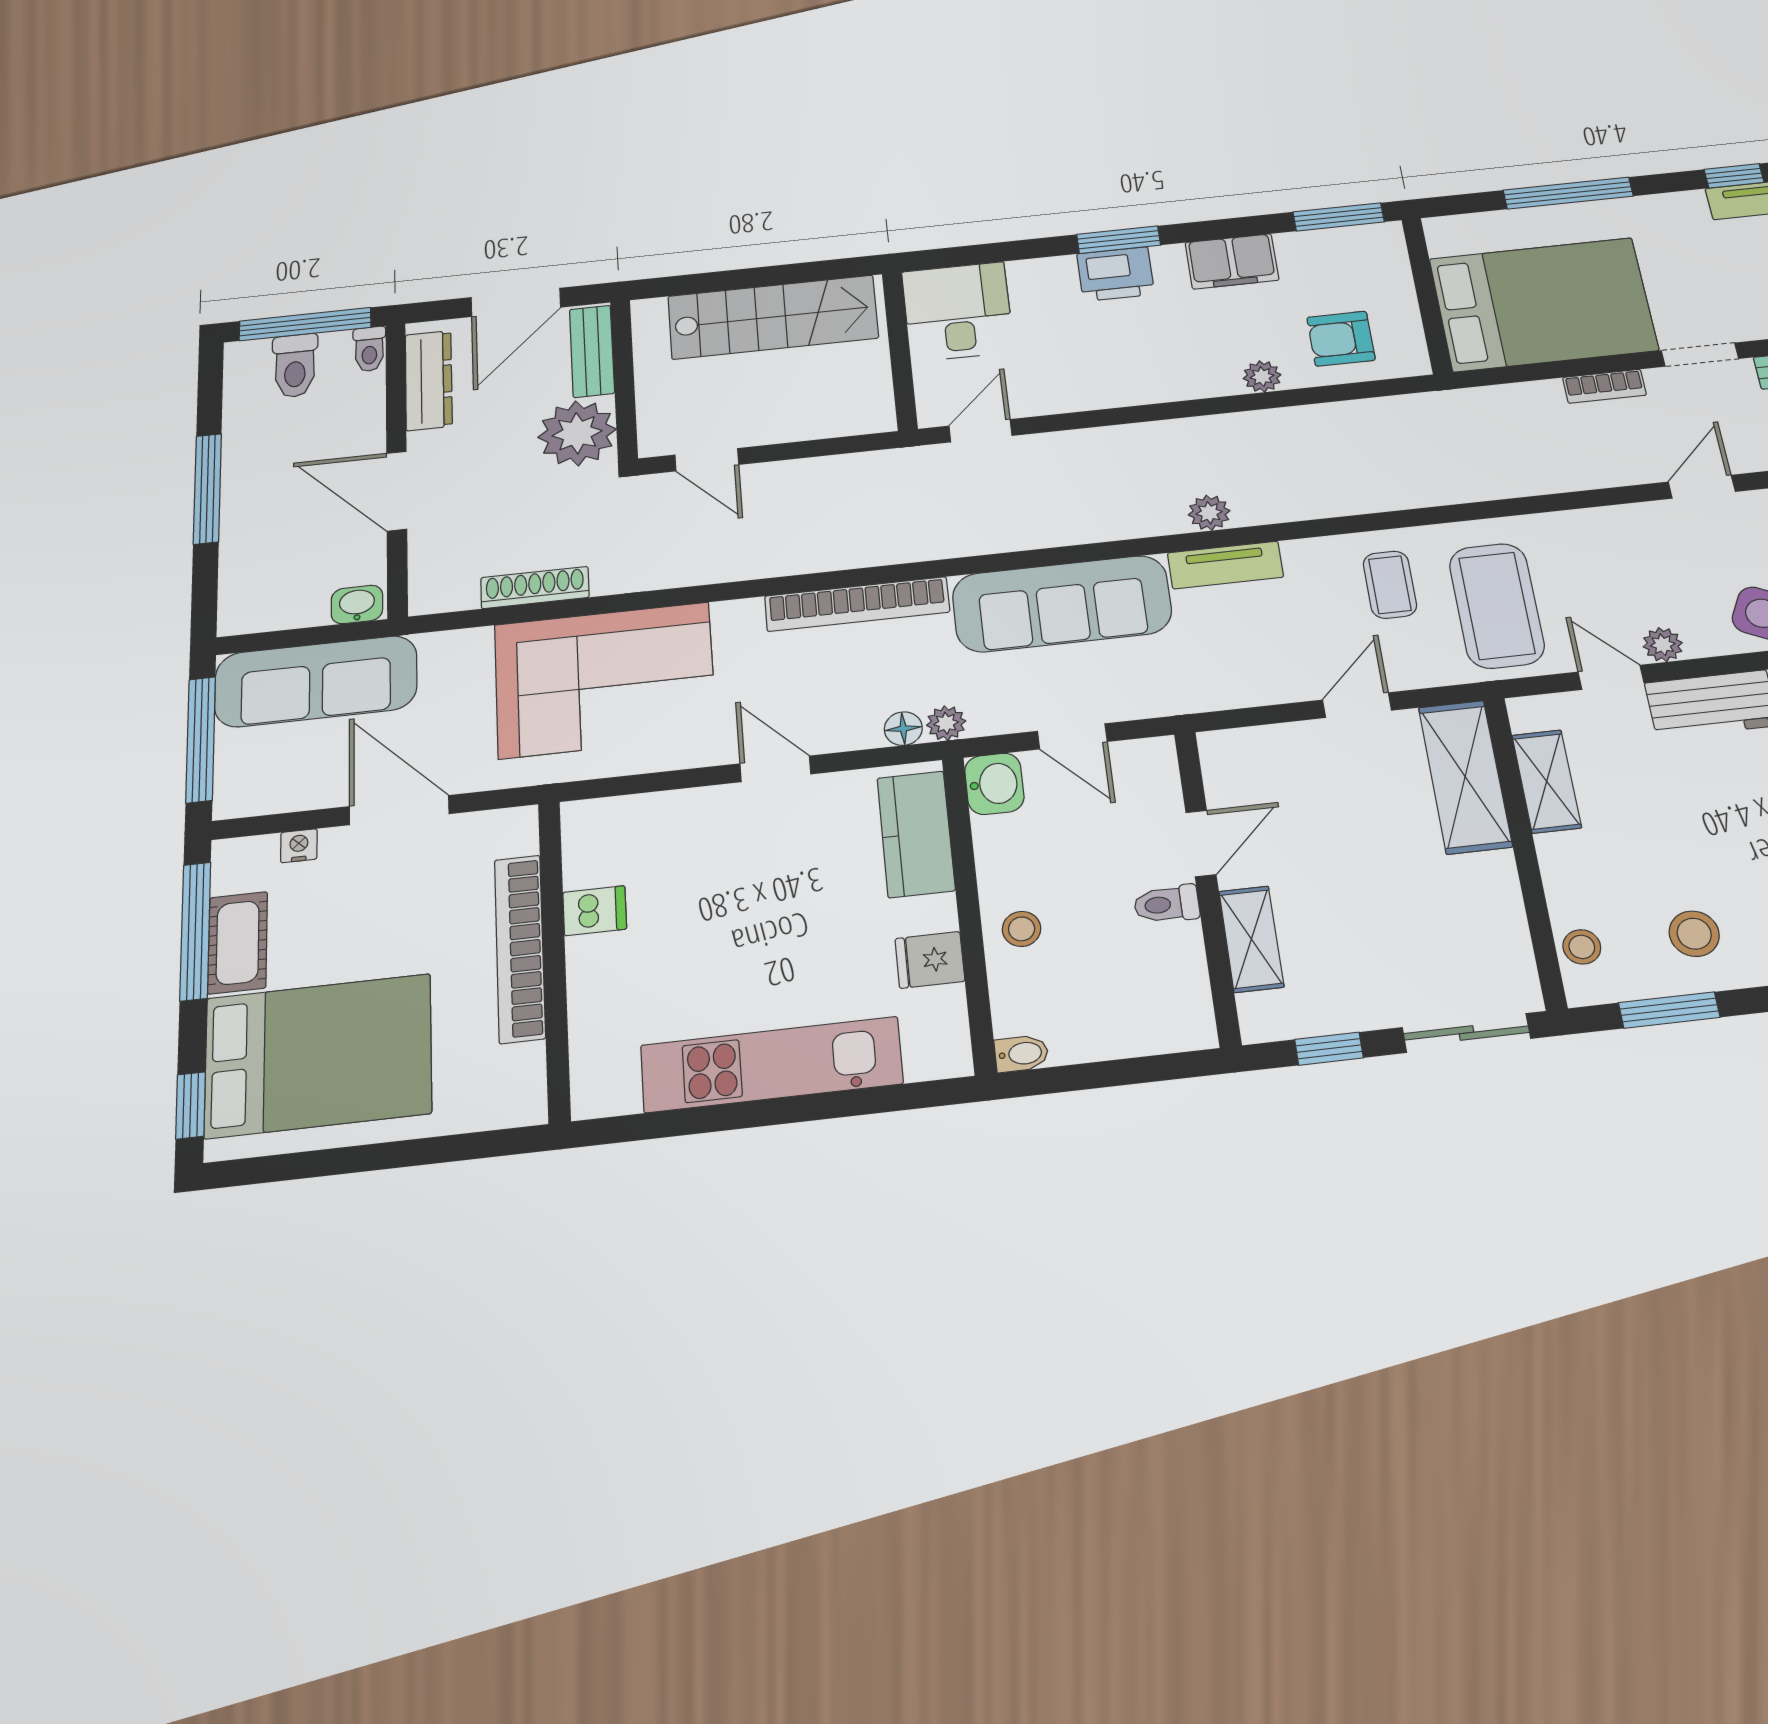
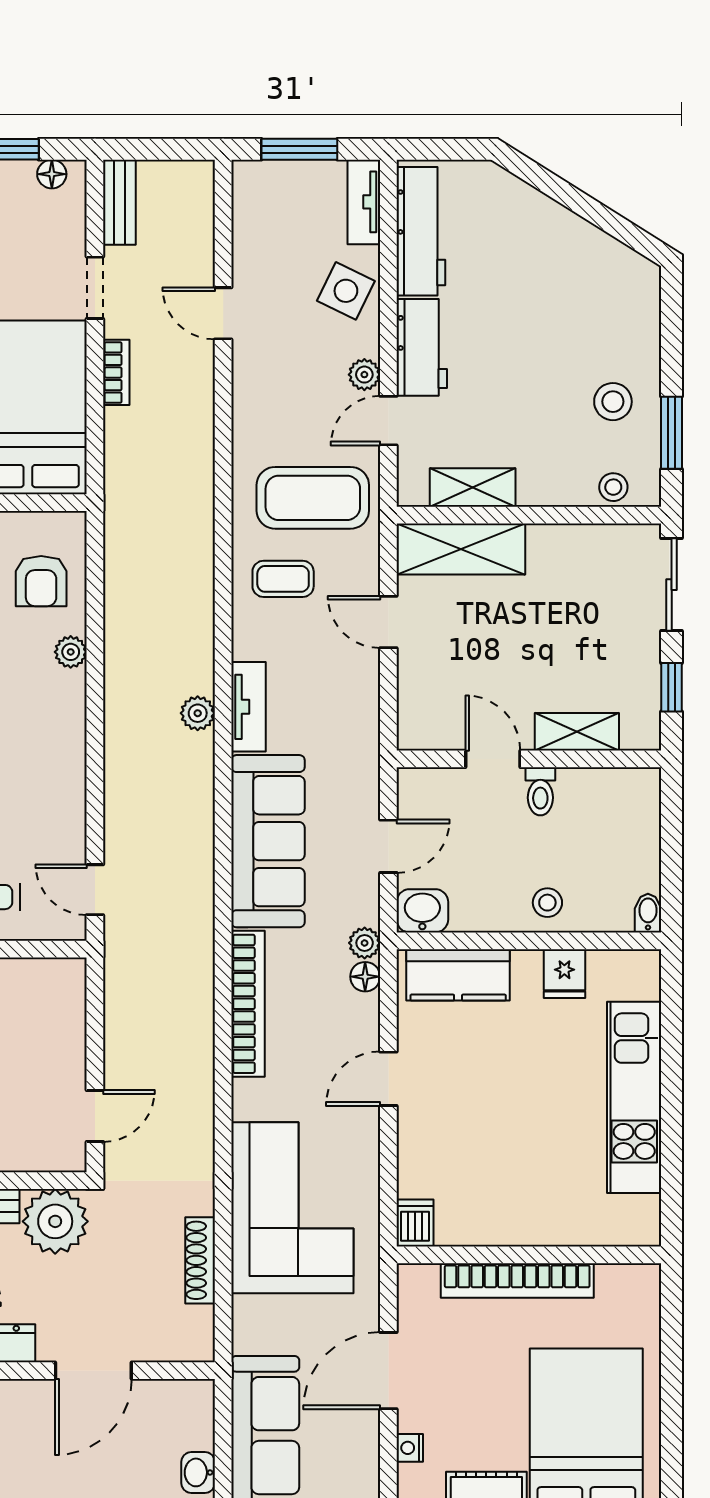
washbasin: (357, 604) -> (198, 1472), moved
dishwasher: (595, 911) -> (415, 1223), moved

